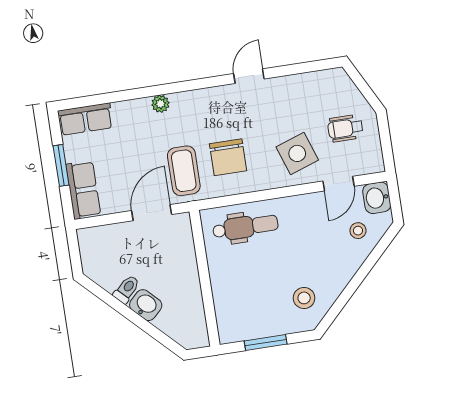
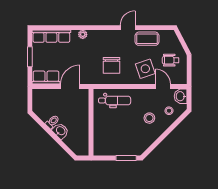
row of seats: (85, 119) -> (51, 36), width x1.48
coffee table: (184, 171) -> (147, 39), moved, turned 90
door: (338, 184) -> (163, 87), swing flipped
row of seats: (83, 190) -> (46, 78), moved, turned -90
stool: (304, 298) -> (149, 118), moved
window: (266, 343) -> (126, 158), moved

